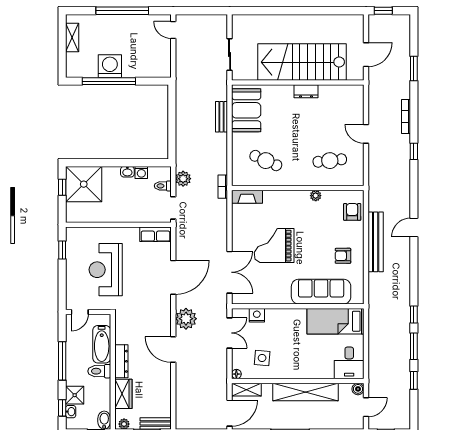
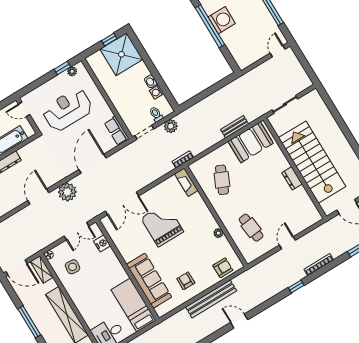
plant: (71, 242) -> (72, 71), added
door: (173, 277) -> (92, 164), swing flipped

